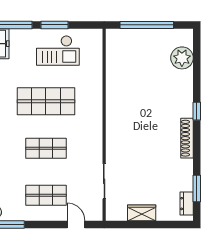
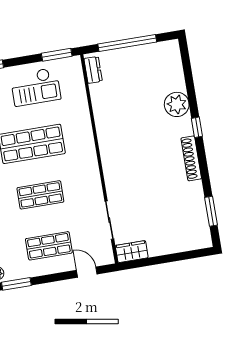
window: (55, 25) -> (57, 55), moved
plant: (182, 58) -> (177, 104), moved
dresser: (187, 204) -> (93, 70), moved, turned 180
wardrobe: (142, 213) -> (132, 252), moved

